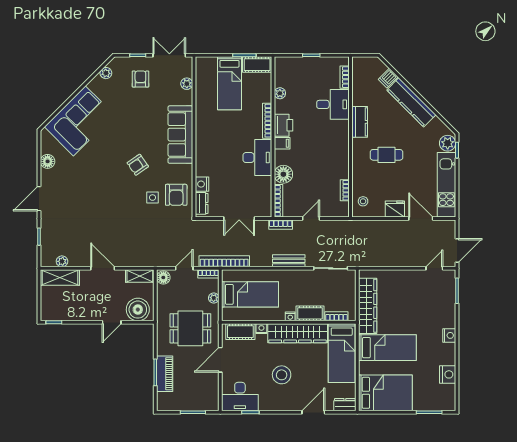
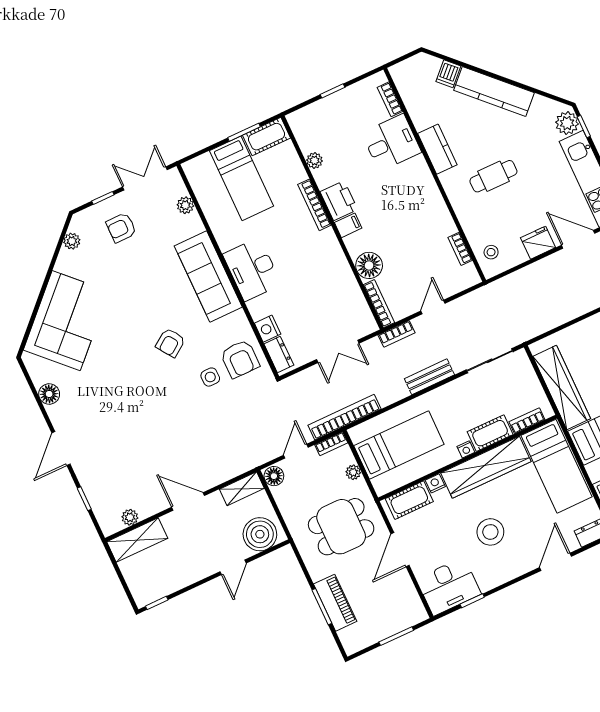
armchair: (140, 79) -> (121, 228), turned -90
desk: (257, 158) -> (252, 269), moved, turned 180

